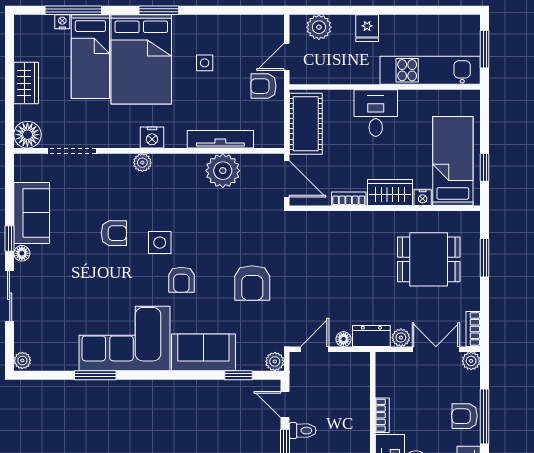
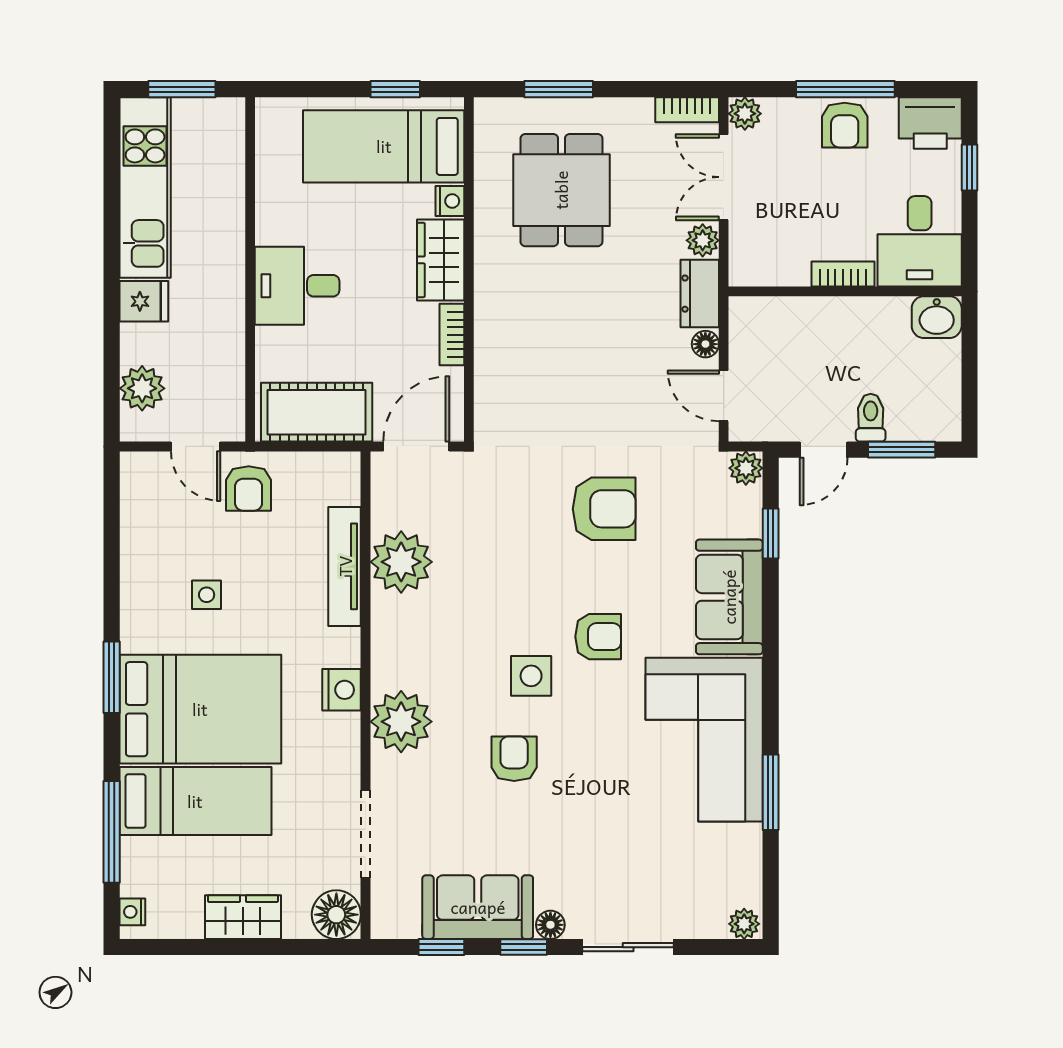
nightstand: (62, 22) -> (132, 912), moved
kitchen unit: (430, 70) -> (145, 187), moved, turned 180
plant: (142, 163) -> (401, 722), width x1.87, depth x1.87
window: (10, 193) -> (441, 947), added

